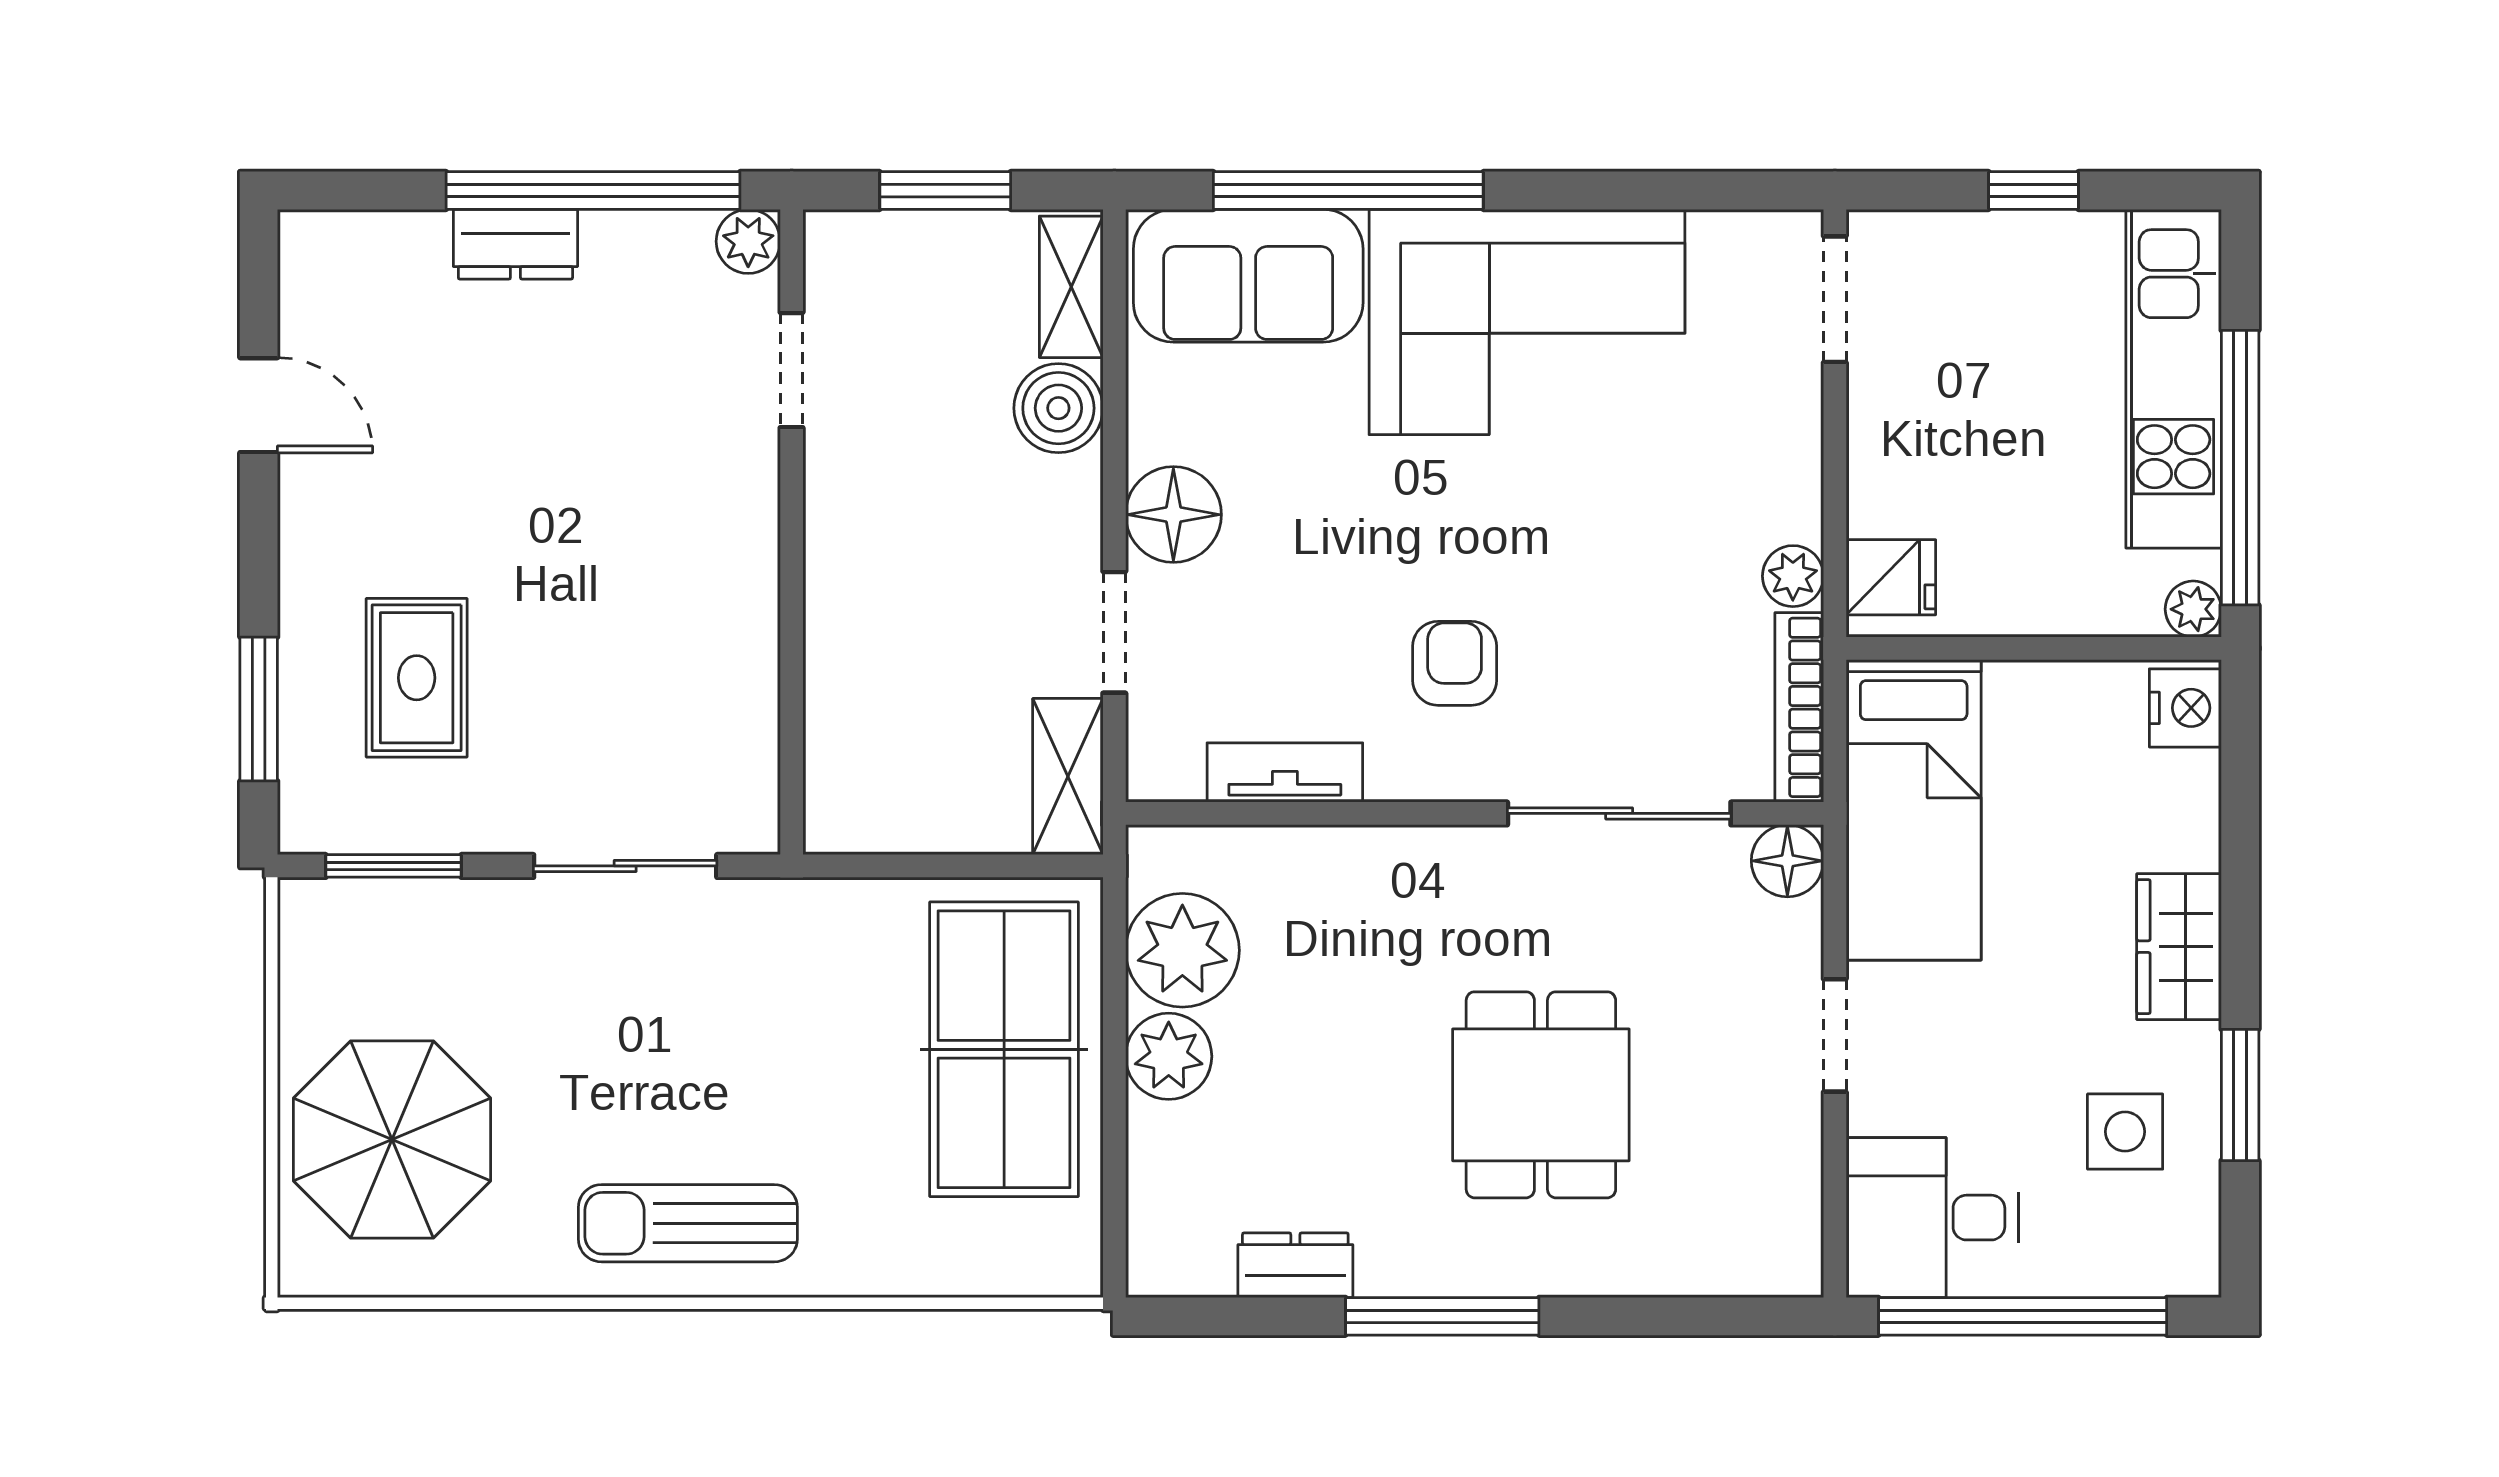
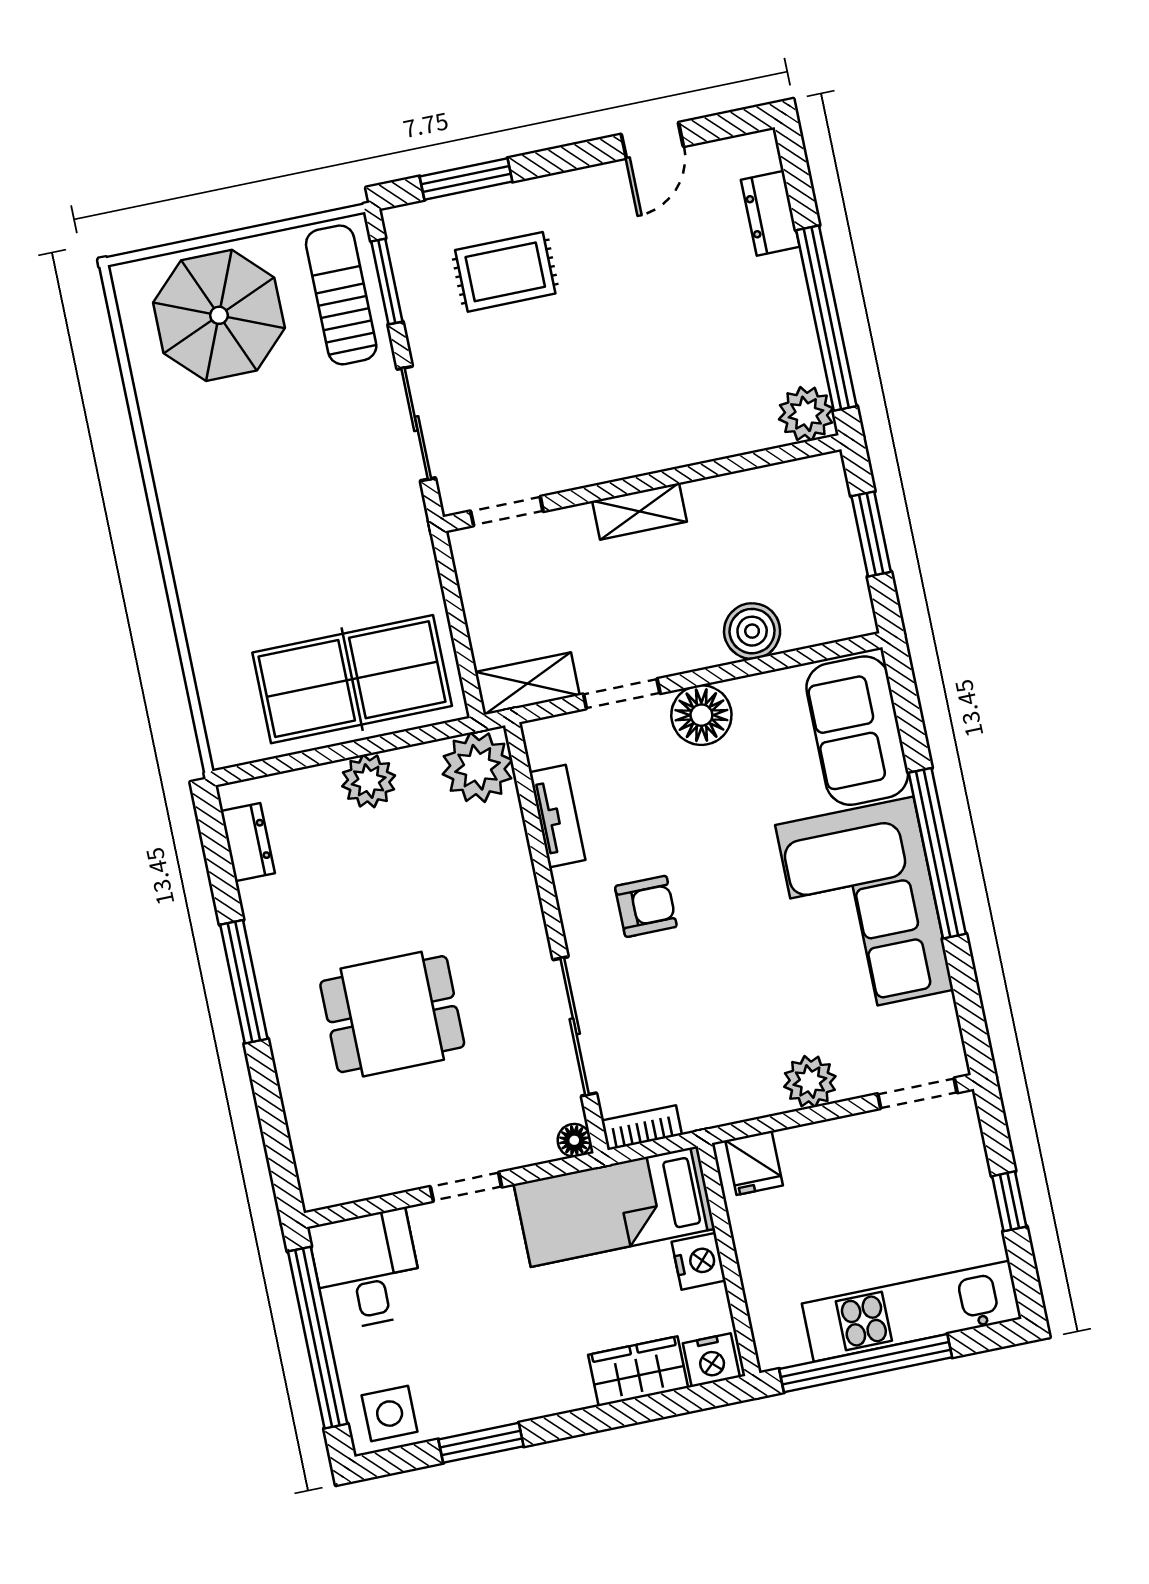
window: (1348, 191) -> (937, 853), moved
plant: (748, 241) -> (806, 414), width x1.38, depth x1.38
dresser: (515, 244) -> (770, 213), moved
shelving: (1071, 287) -> (639, 511), moved
doorway: (792, 370) -> (507, 511), moved
plant: (1793, 576) -> (810, 1082), moved, width x1.38, depth x1.38
plant: (2193, 609) -> (773, 1352), removed
nightstand: (2026, 696) -> (699, 1261), added
bookcase: (1799, 707) -> (642, 1128), width x0.64
floor lamp: (1787, 861) -> (574, 1140), width x0.73, depth x0.73
wardrobe: (2179, 947) -> (638, 1371), moved
plant: (1182, 950) -> (477, 767), moved
side table: (2125, 1132) -> (390, 1414), moved
sun lounger: (688, 1223) -> (341, 295), moved
dresser: (1295, 1265) -> (248, 842), moved

